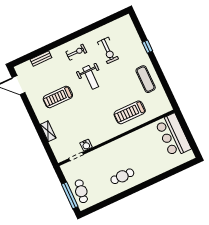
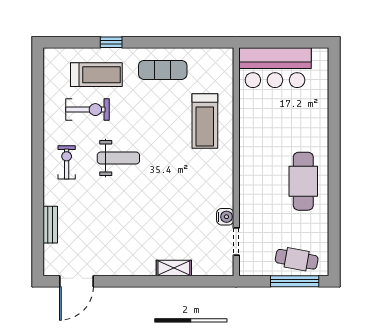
treadmill: (58, 97) -> (96, 75), moved, turned -90
cafe table: (122, 176) -> (303, 181), width x1.37, depth x1.35

